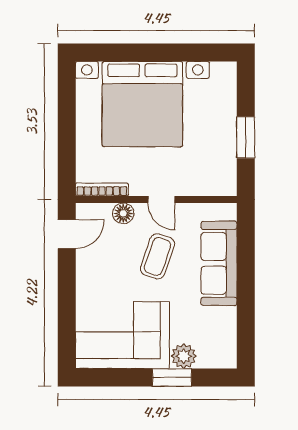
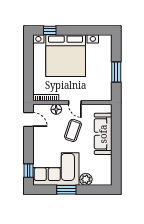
window: (110, 53) -> (50, 30), added
door: (67, 234) -> (28, 119), hinge flipped
window: (67, 338) -> (28, 171), added
window: (172, 378) -> (66, 190), moved

